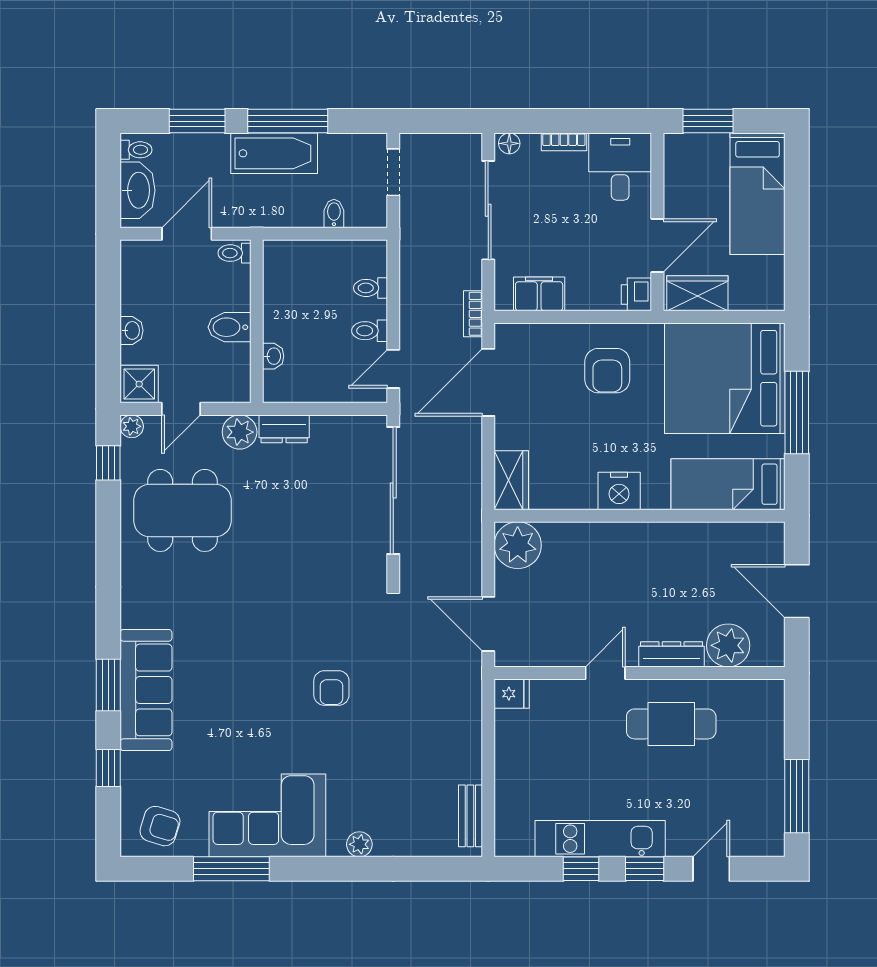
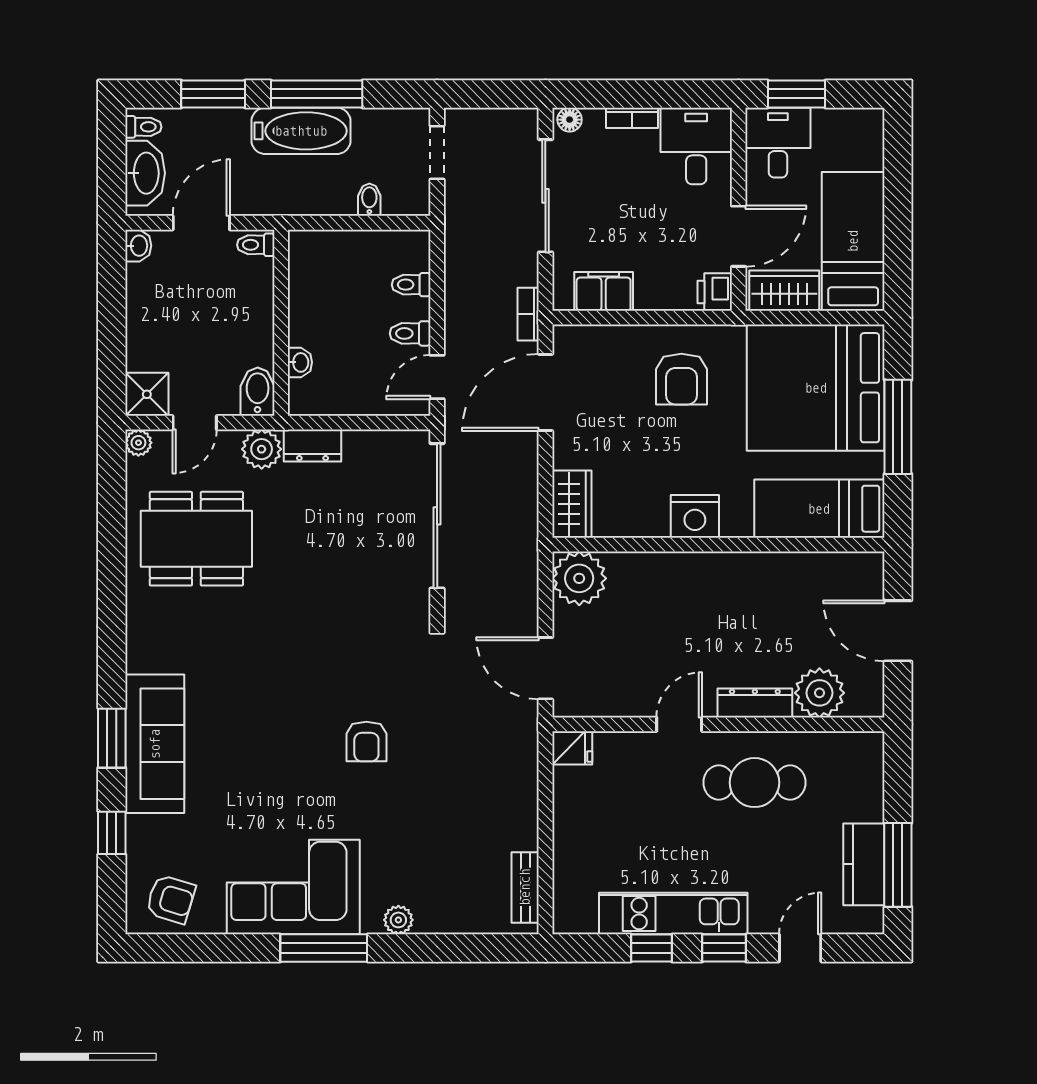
desk: (692, 164) -> (778, 143), added
bed: (758, 194) -> (853, 241), moved, turned 180
bidet: (229, 327) -> (258, 392), moved, turned 90
washbasin: (132, 330) -> (138, 246), moved
window: (108, 463) -> (112, 484), removed
kitchen counter: (767, 796) -> (864, 864), added
window: (231, 869) -> (324, 948), moved

